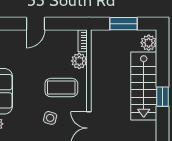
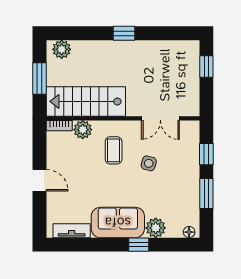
stairs: (144, 86) -> (86, 101), moved, turned 180
coffee table: (61, 88) -> (114, 150), width x0.73, depth x0.77

